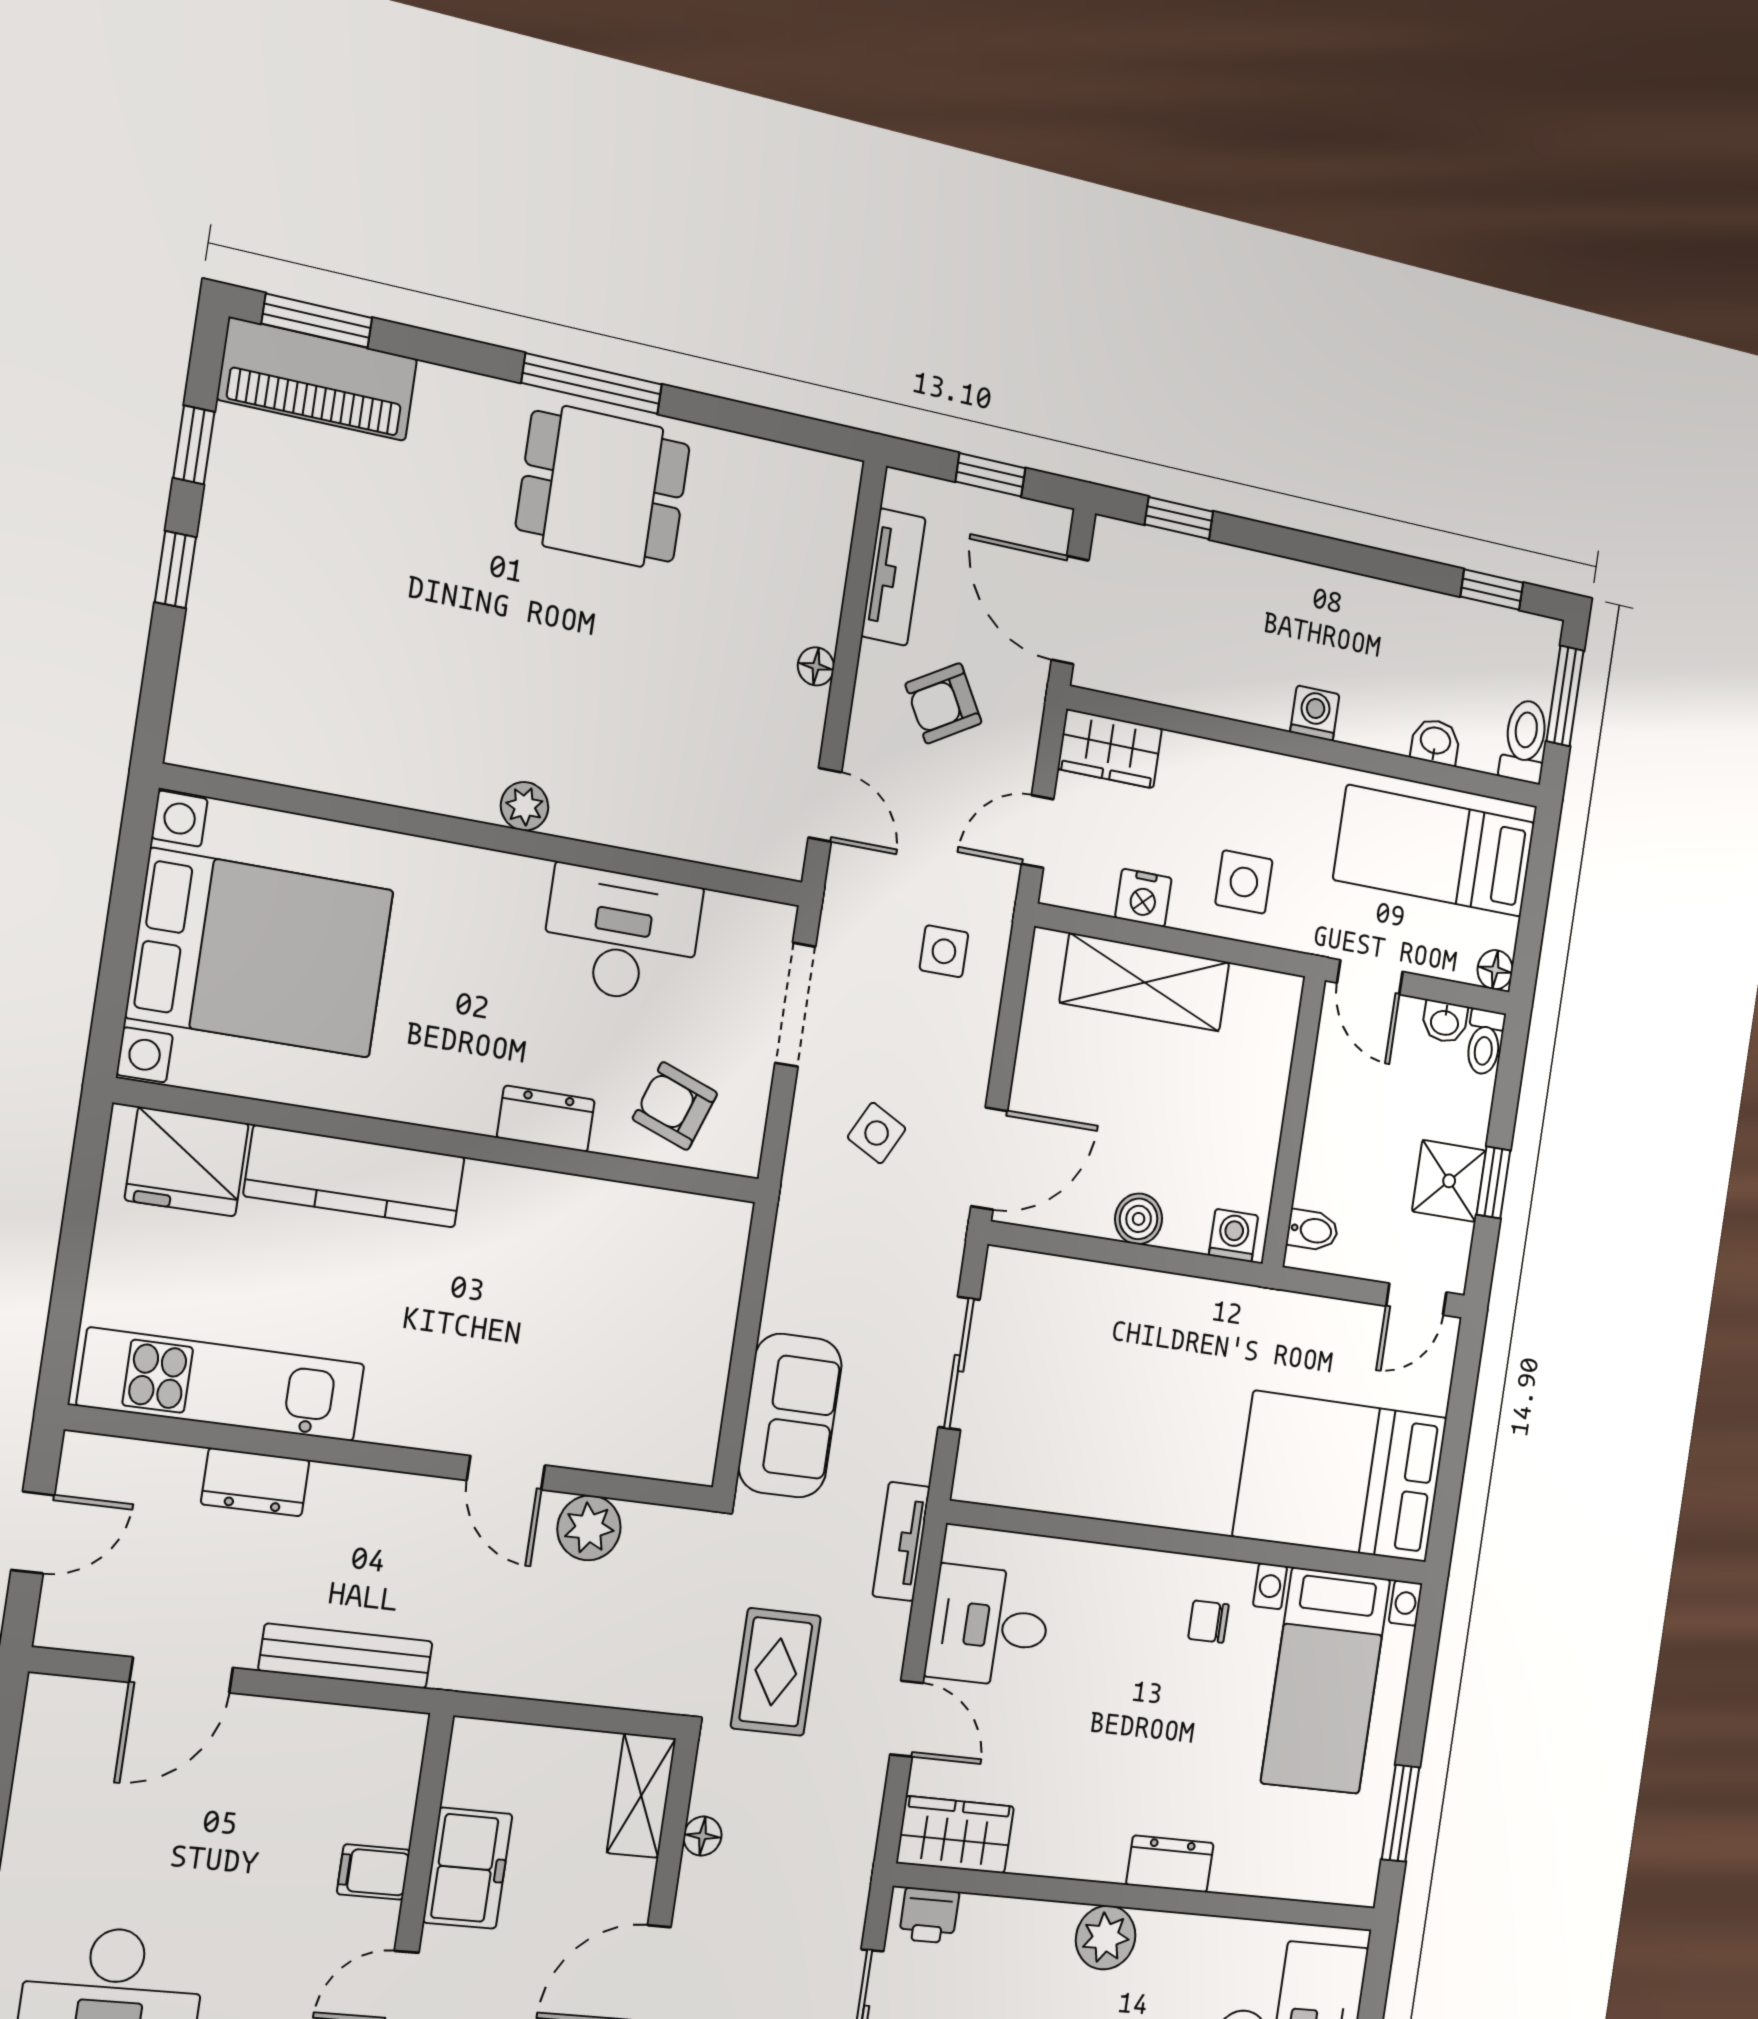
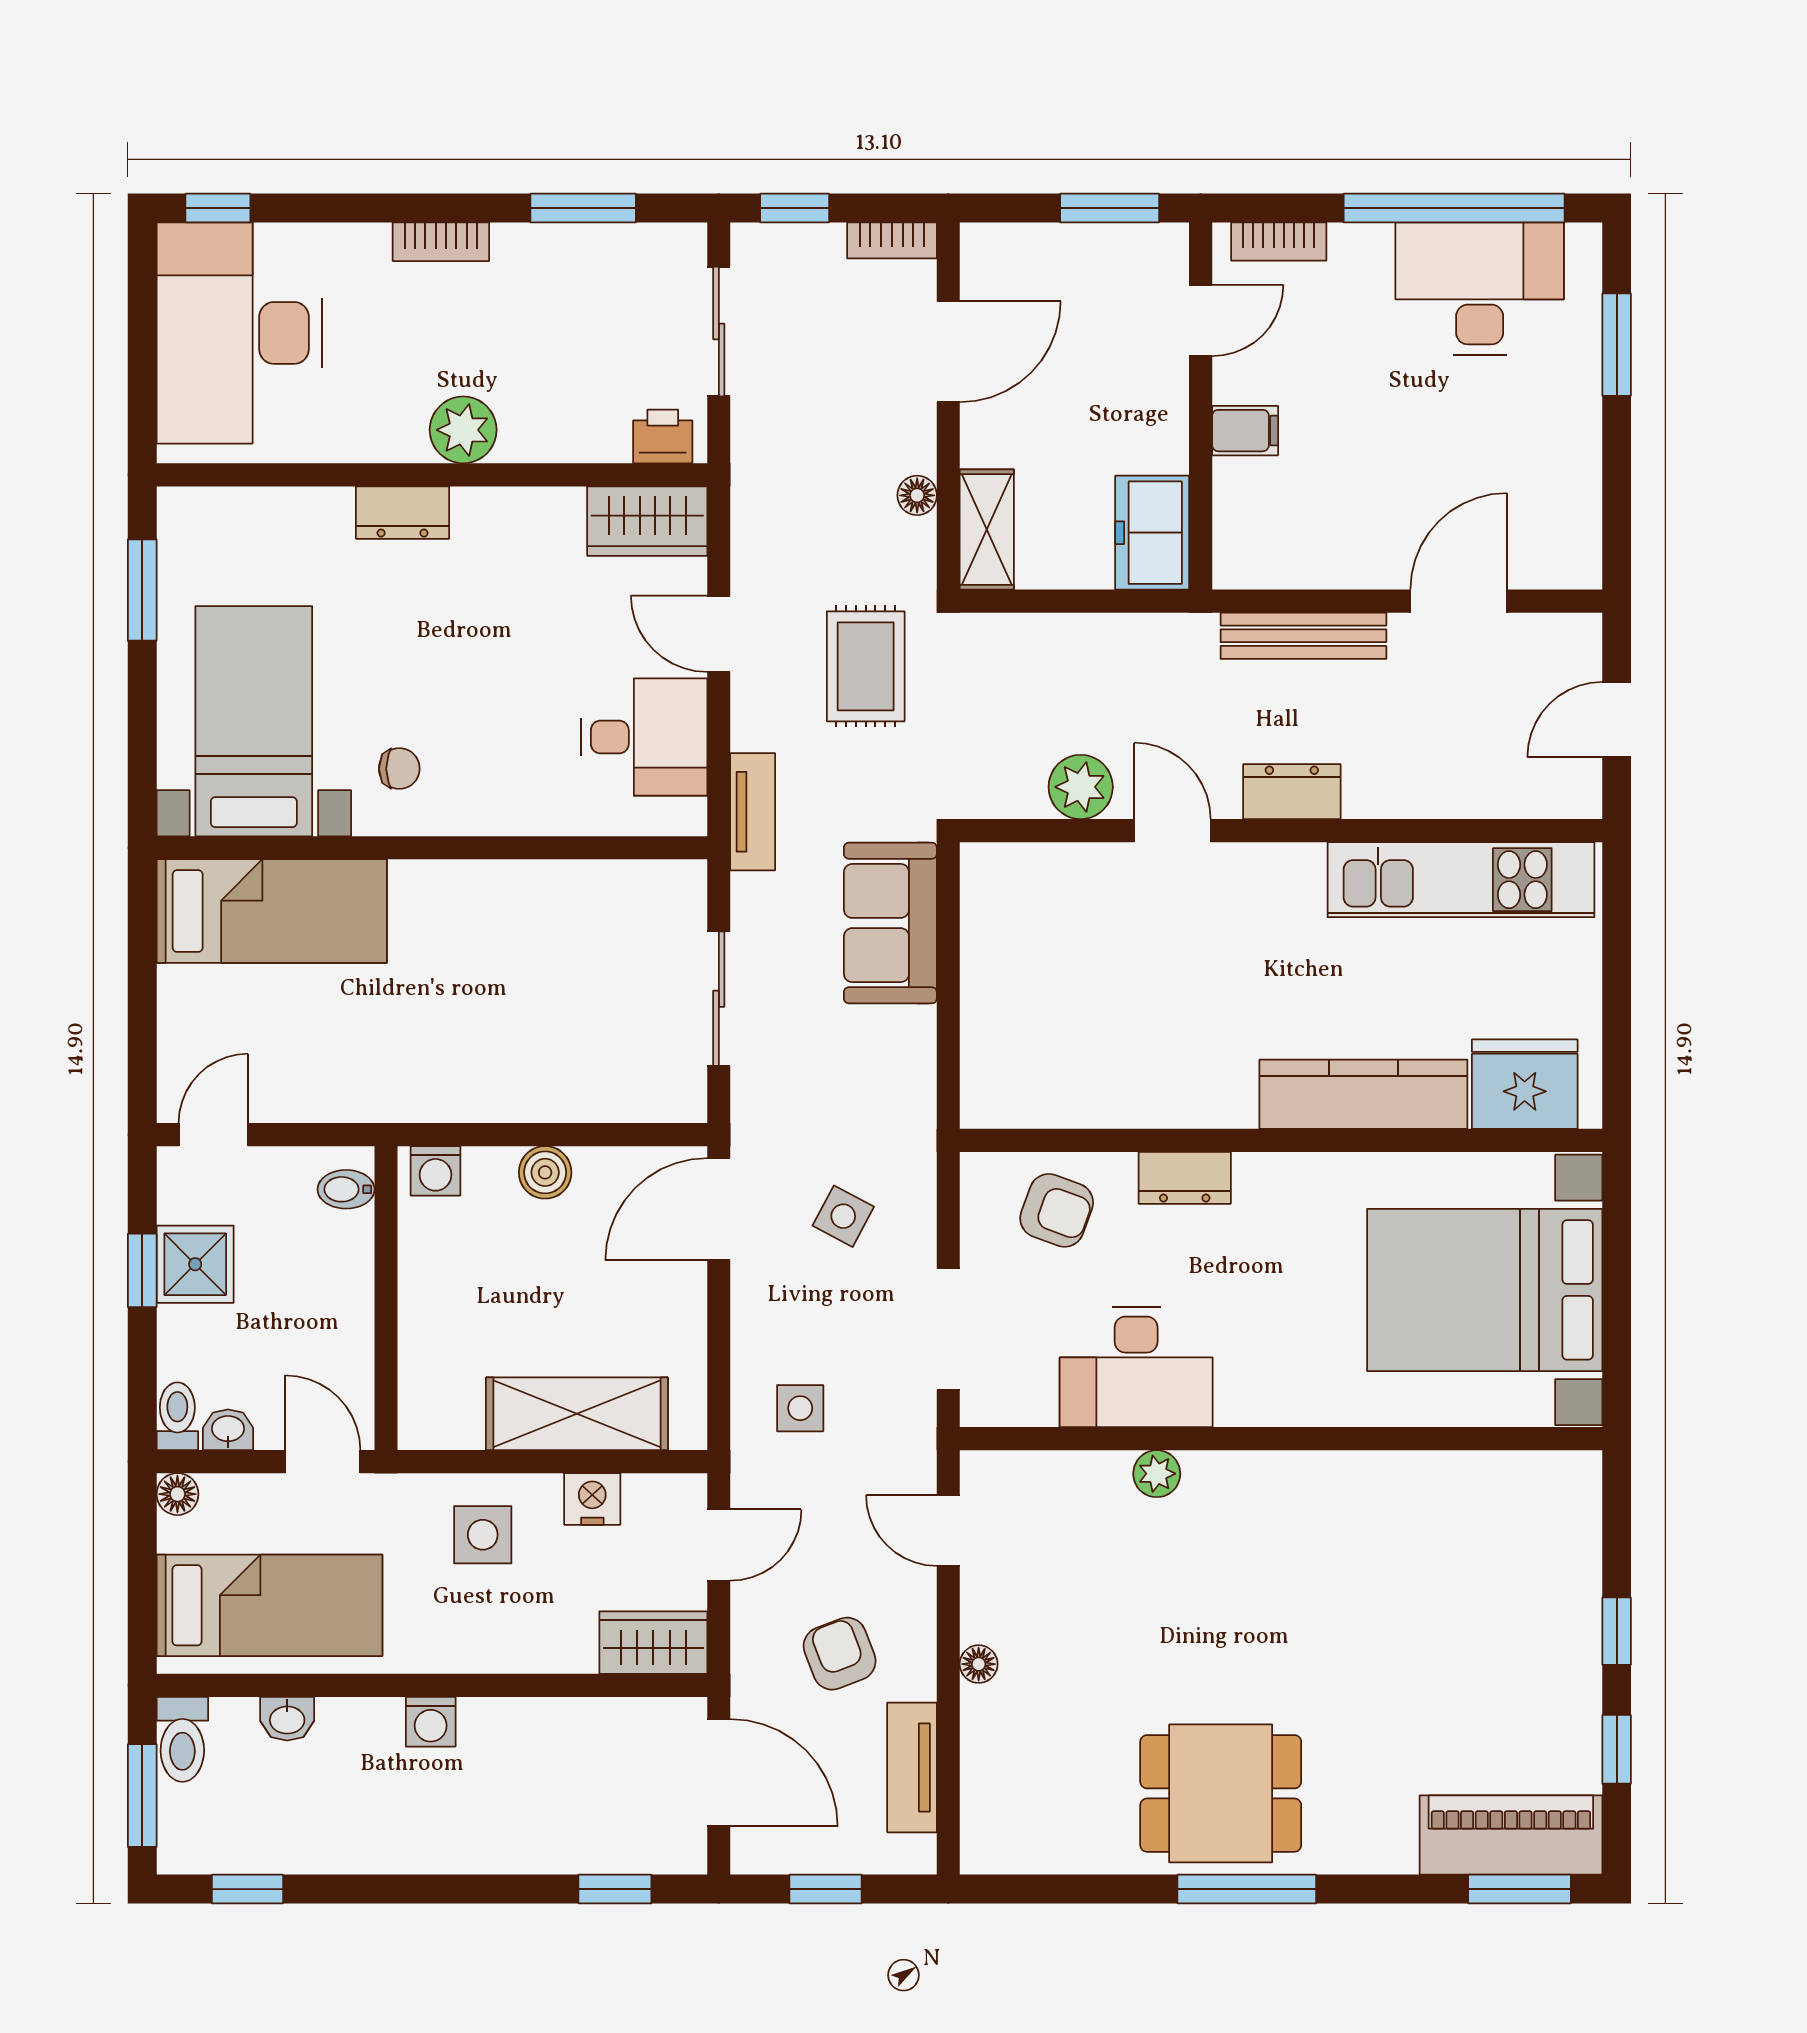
armchair: (943, 703) -> (840, 1654), turned -81
plant: (525, 806) -> (1157, 1474), moved
bed: (1340, 1477) -> (272, 911), width x0.67
dresser: (255, 1482) -> (1292, 792), moved
freezer: (468, 1868) -> (1152, 533), moved

